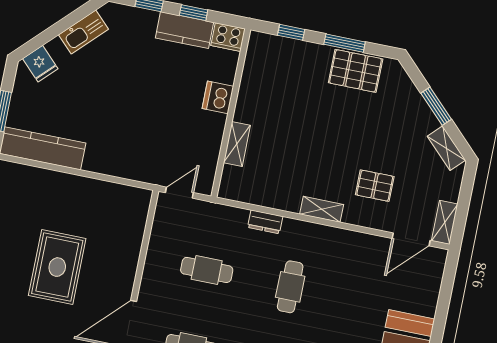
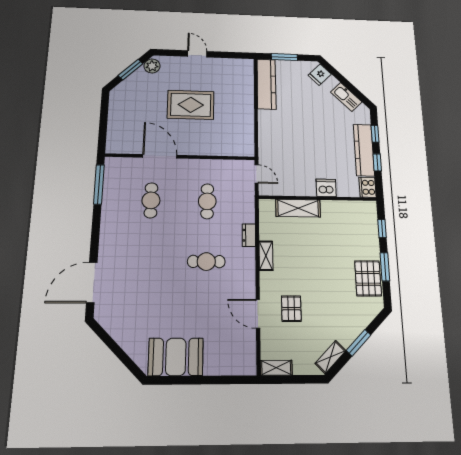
kitchen counter: (185, 30) -> (364, 150), width x1.50
shelving: (237, 144) -> (298, 208), width x1.50, depth x1.33
shelving: (322, 209) -> (266, 256), moved
door: (411, 239) -> (258, 314), moved

